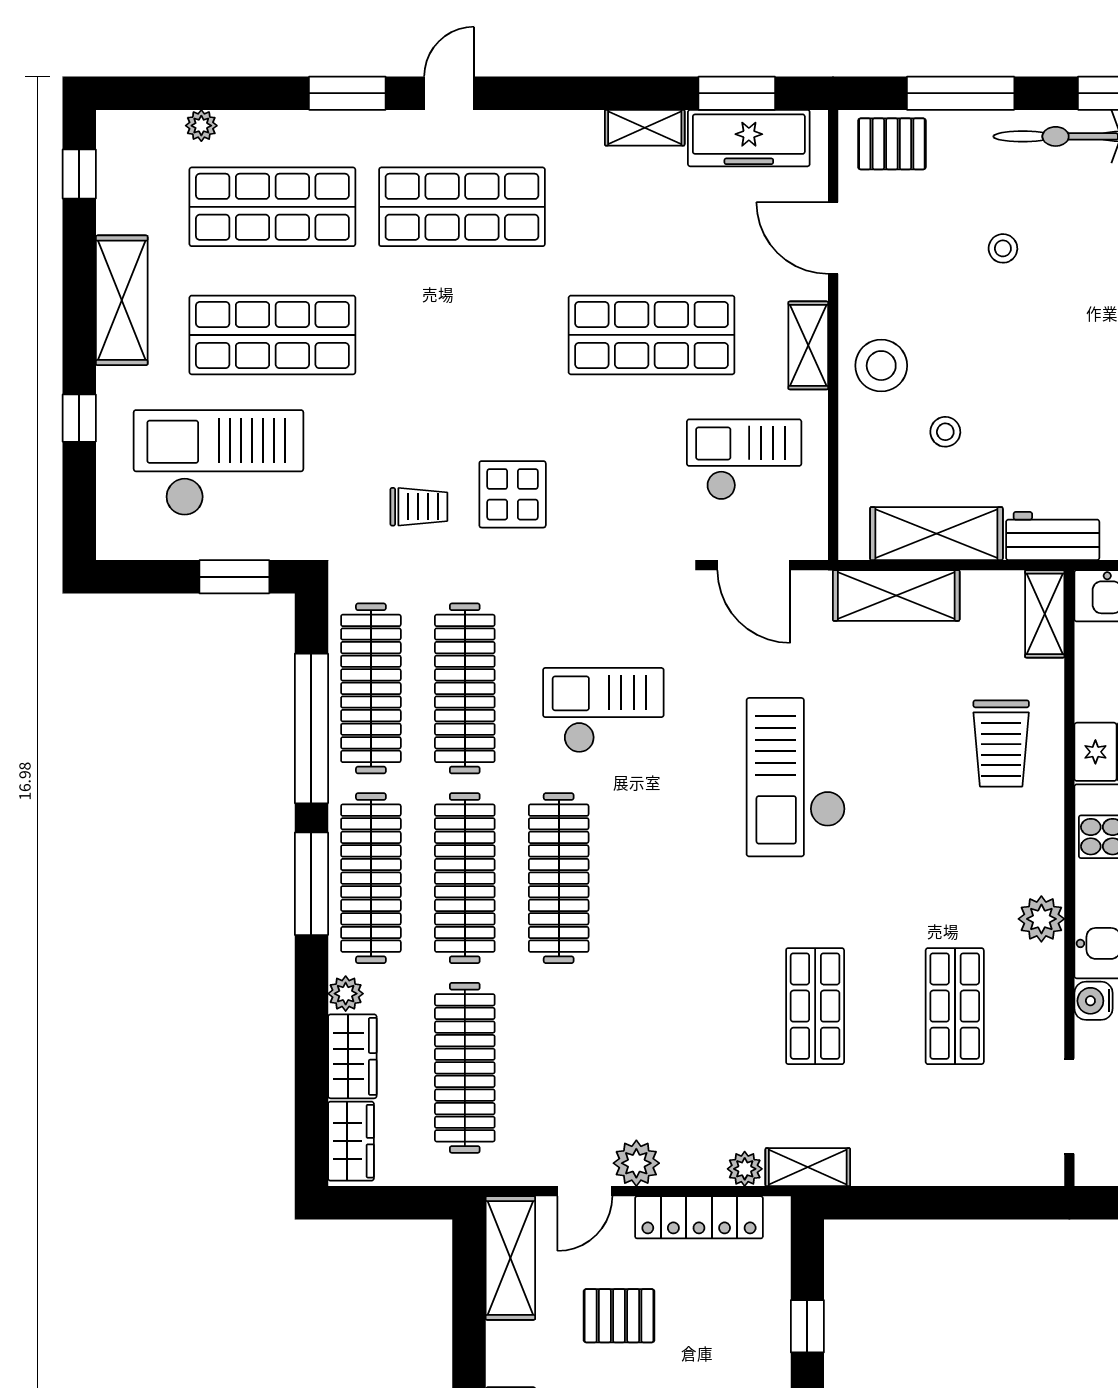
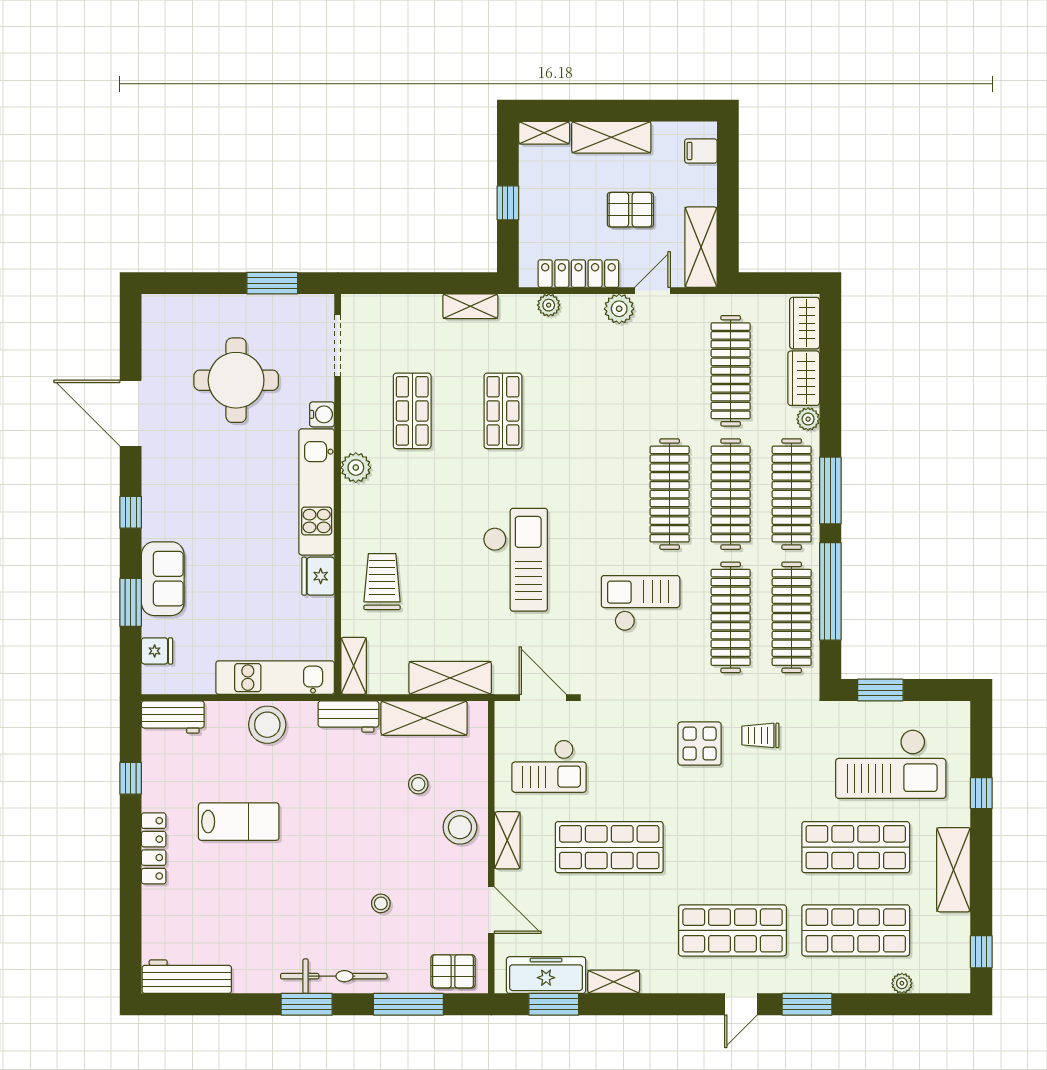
checkout: (603, 710) -> (641, 603), turned 180
shelving: (808, 1167) -> (470, 306), moved

